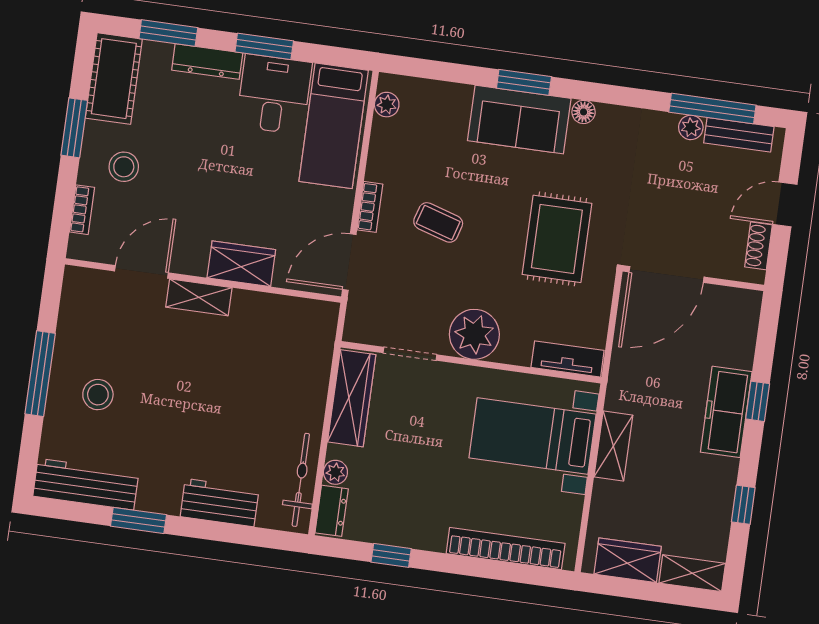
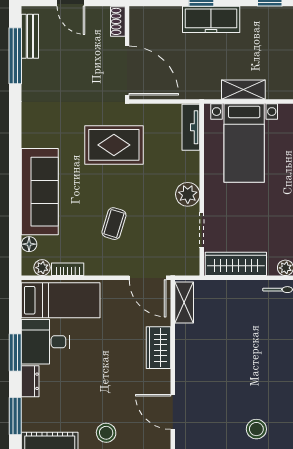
dresser: (207, 61) -> (30, 381), width x0.70
window: (524, 82) -> (15, 181), removed
floor lamp: (584, 112) -> (29, 244), moved
sofa: (519, 120) -> (40, 192), width x1.36
plant: (691, 127) -> (29, 68), removed
bookcase: (370, 207) -> (68, 269), moved
shoe rack: (759, 246) -> (118, 21), moved, turned 90
shelving: (199, 297) -> (184, 303), moved
plant: (474, 334) -> (188, 194), width x0.73, depth x0.73

